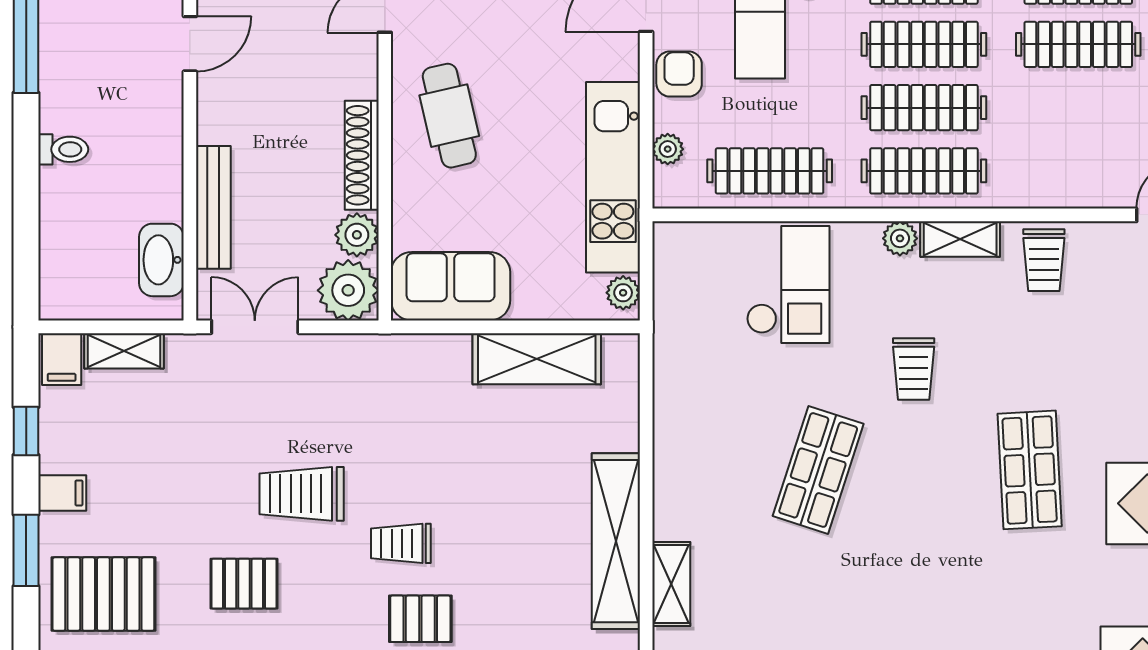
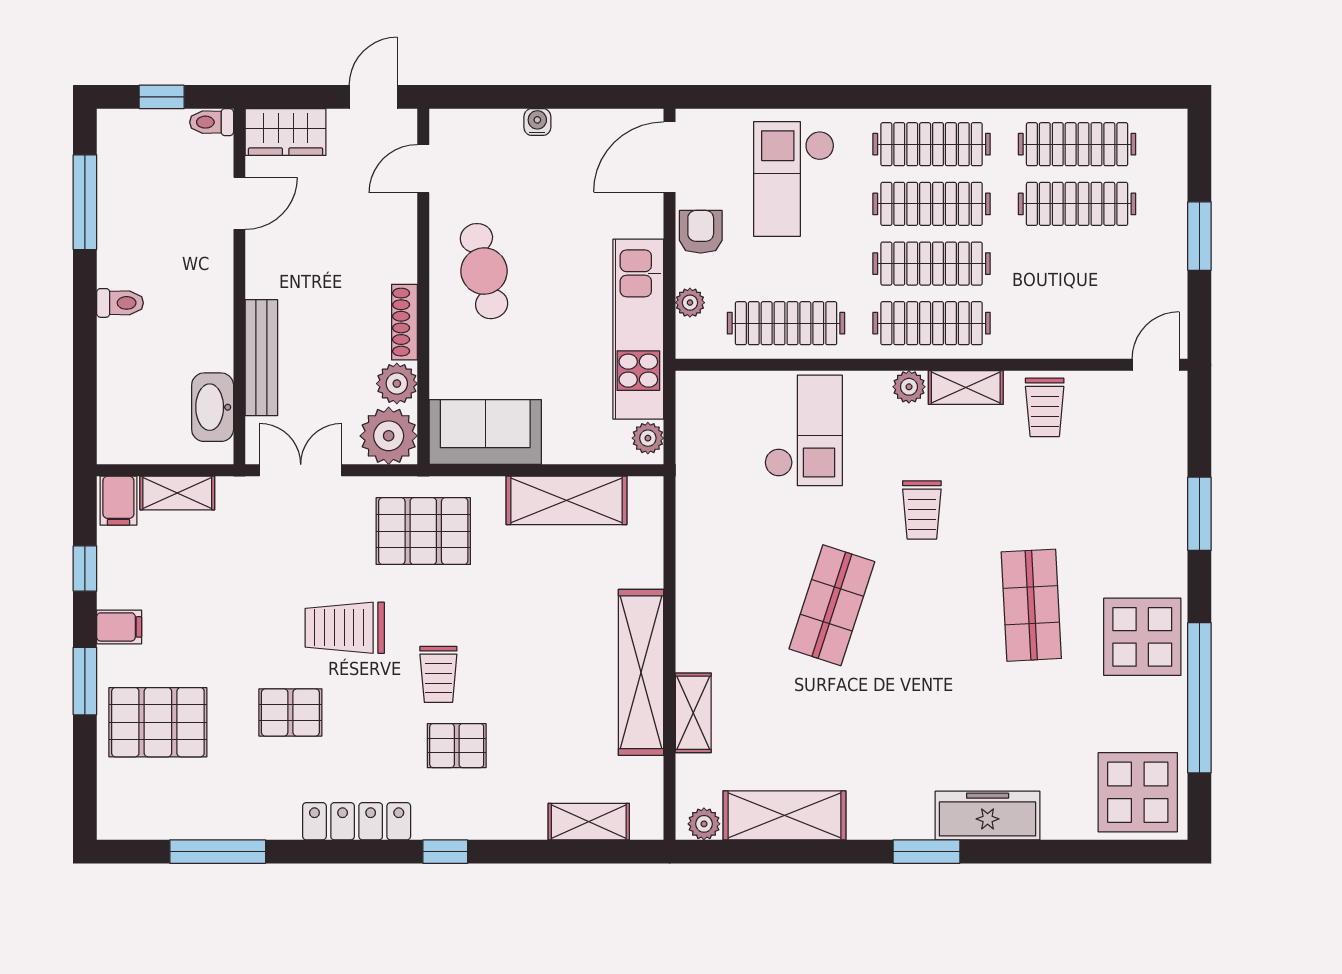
shoe rack: (362, 155) -> (404, 322), width x0.74, depth x0.81
pallet: (385, 391) -> (423, 531), added
trolley: (401, 543) -> (438, 674), turned -90

